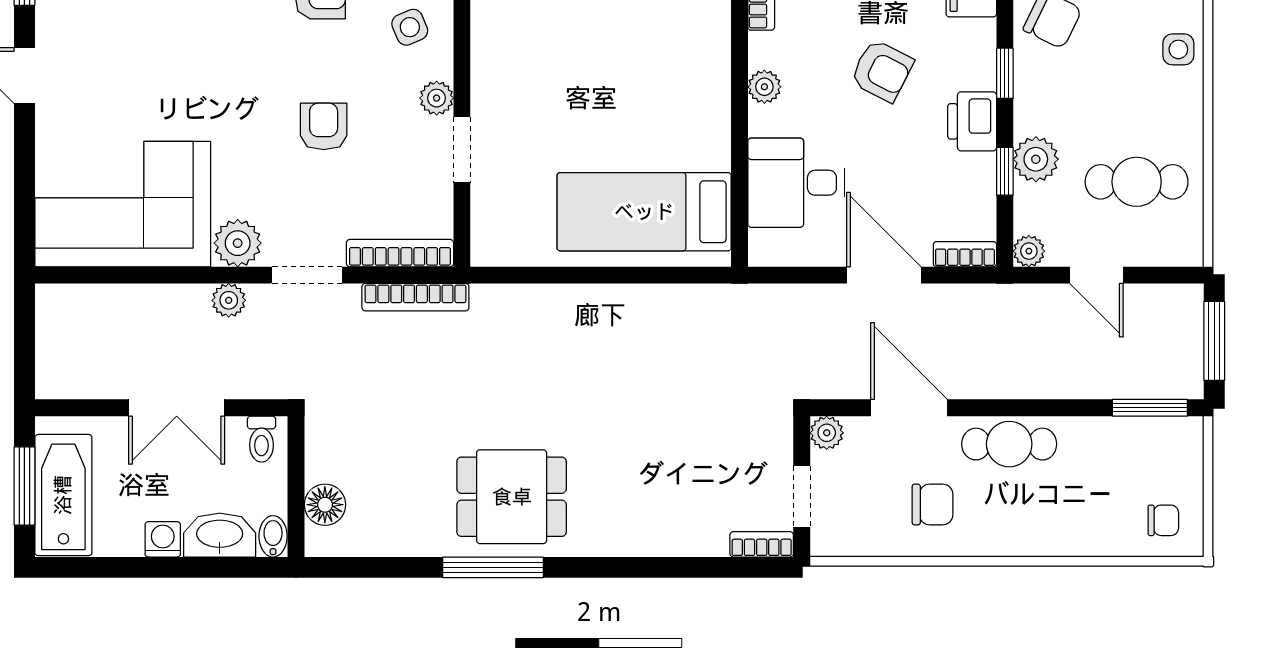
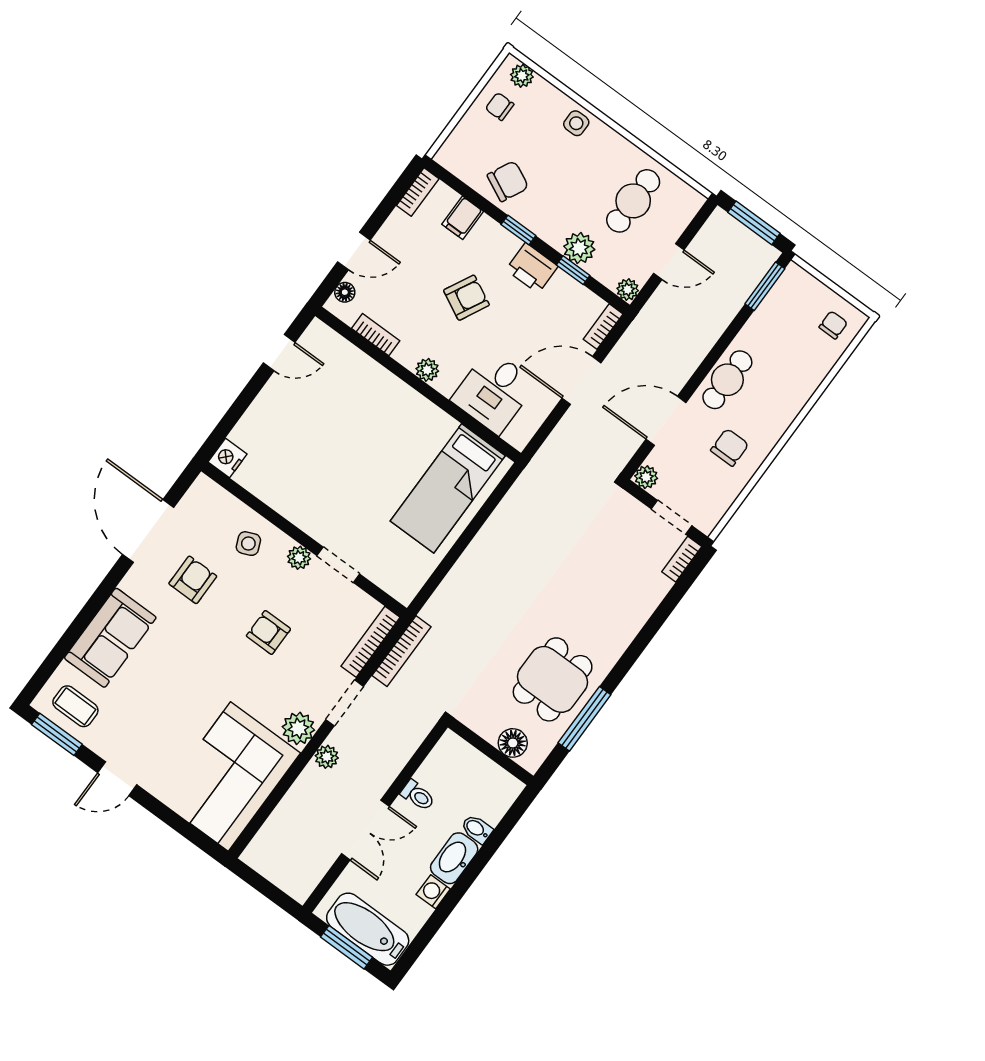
wall: (296, 487) -> (491, 752), moved
floor lamp: (325, 505) -> (513, 743), moved

